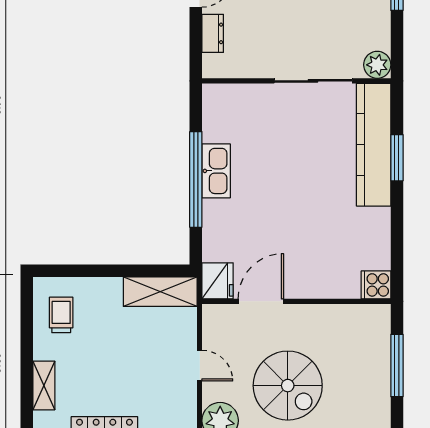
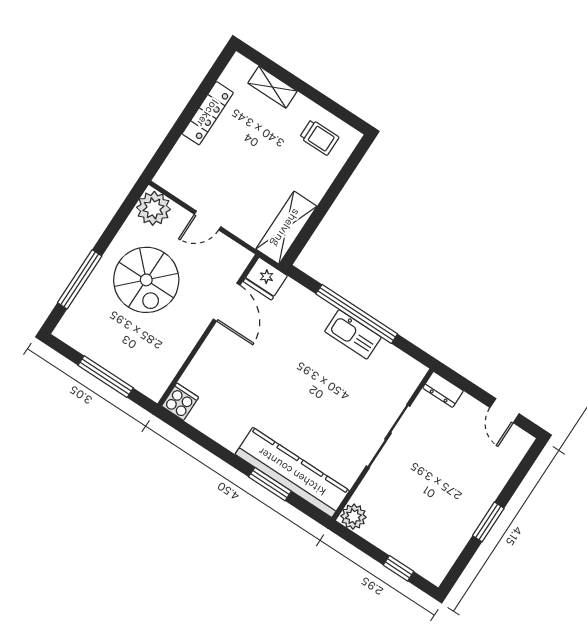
dresser: (213, 33) -> (443, 389), moved
sliding door: (313, 81) -> (388, 436), moved
spiral stairs: (288, 386) -> (146, 280), turned -90

